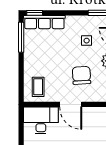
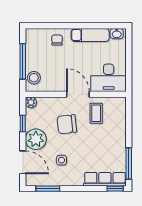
chair: (81, 75) -> (67, 124), turned 87
coffee table: (38, 87) -> (96, 113), moved

